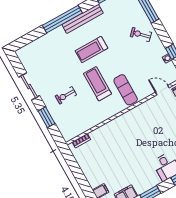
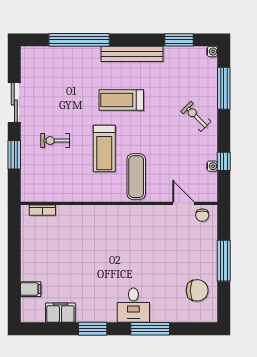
window: (62, 19) -> (79, 40), moved
treadmill: (98, 84) -> (104, 148), turned 180

